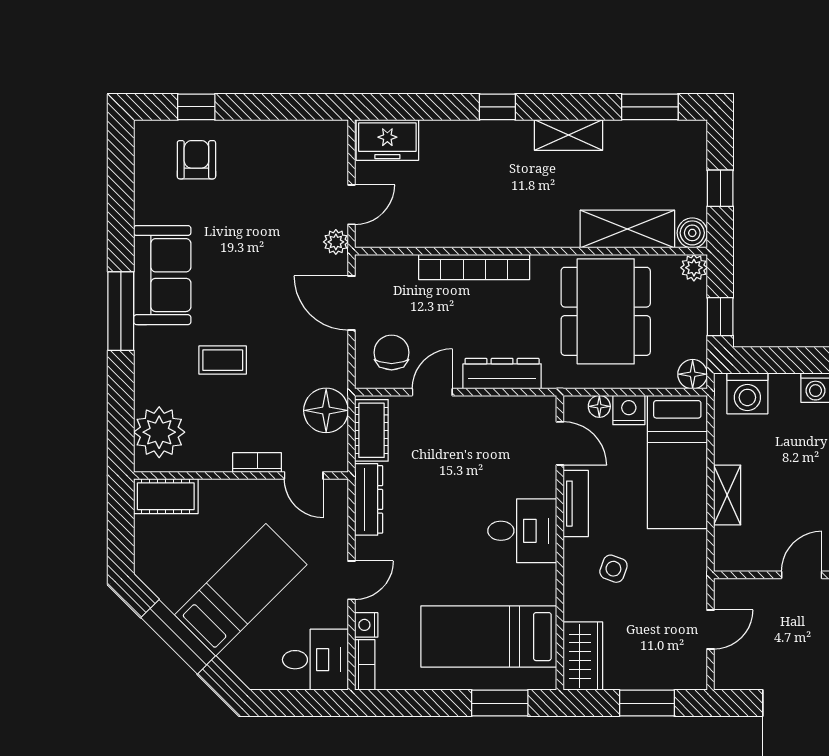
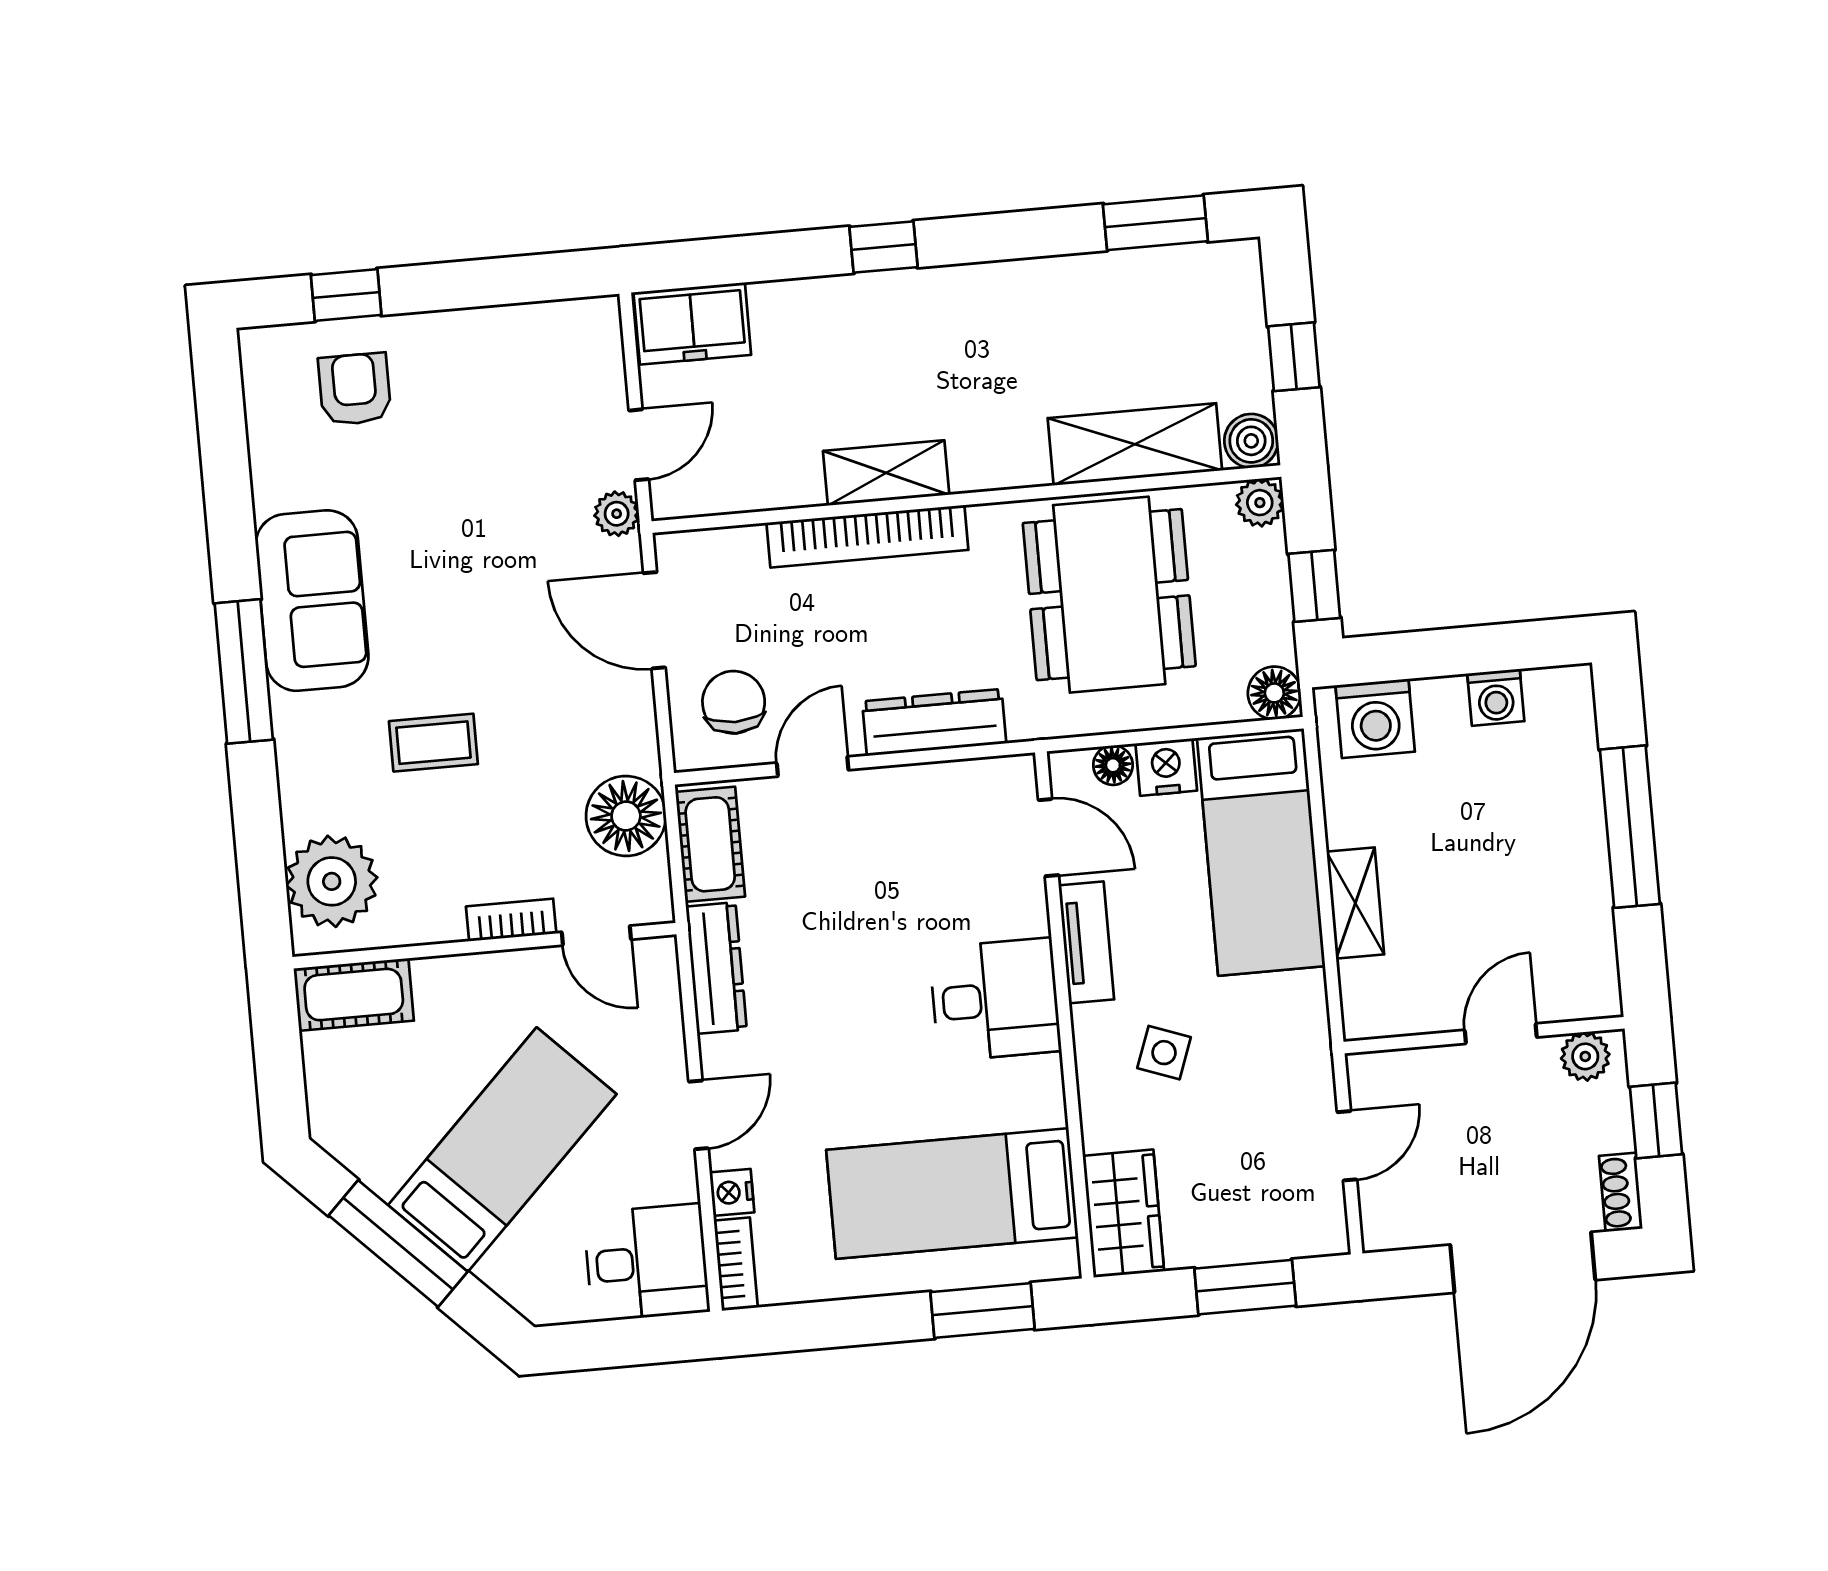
shelving: (569, 135) -> (886, 473), moved

